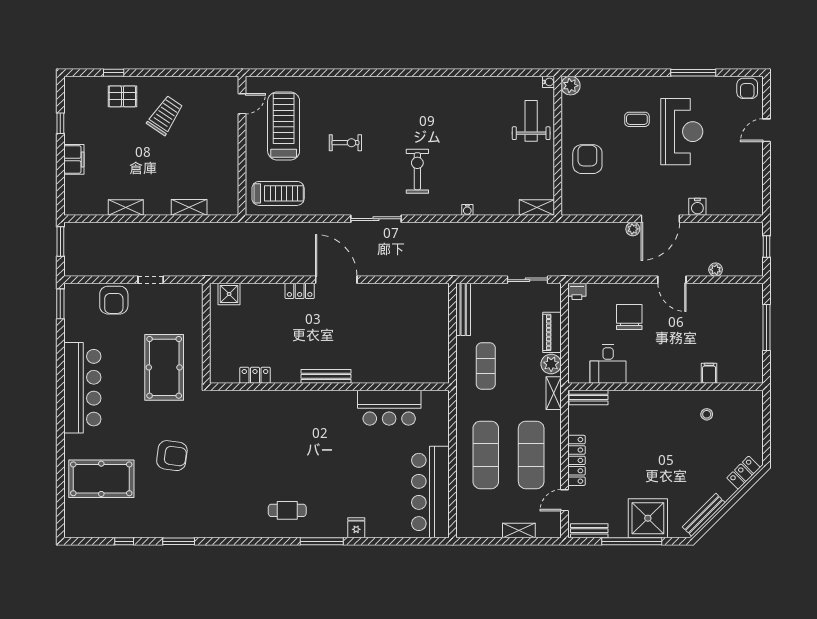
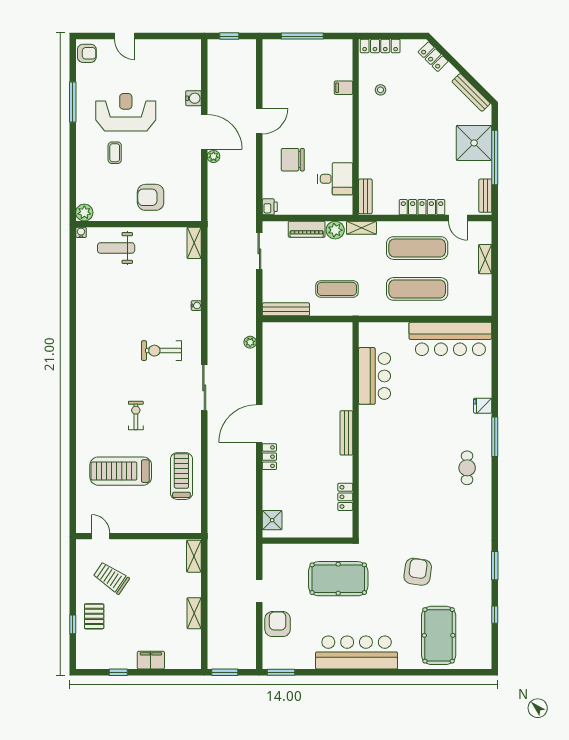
door: (242, 104) -> (101, 536), moved
wall: (242, 146) -> (138, 536), moved
plant: (716, 270) -> (250, 342), moved
armchair: (114, 300) -> (278, 624), turned -90
locker: (755, 414) -> (380, 46), added

